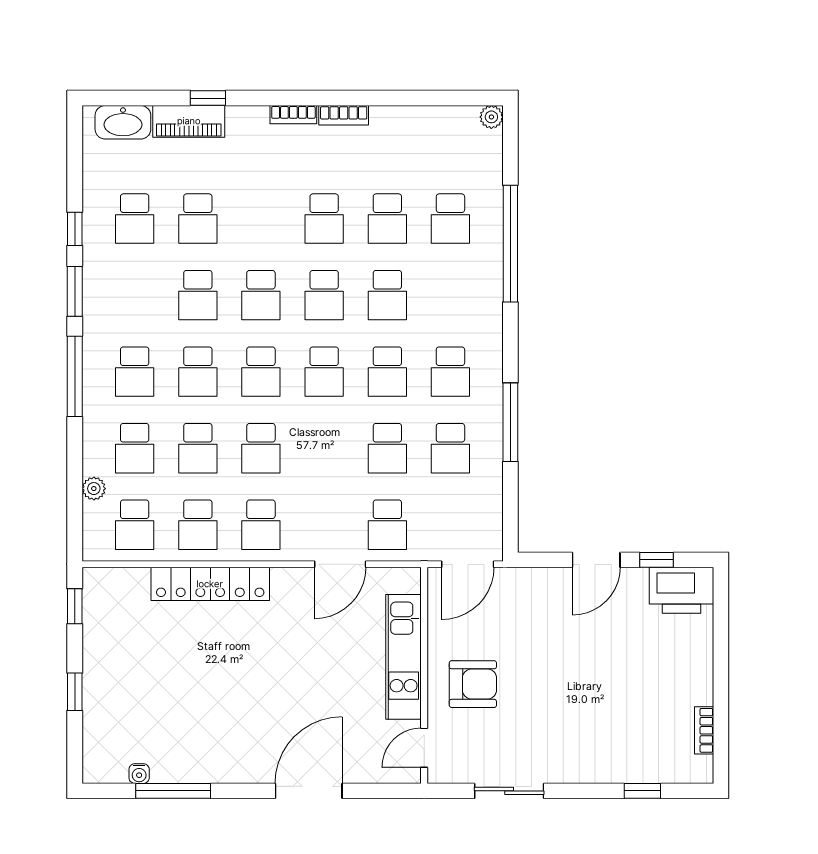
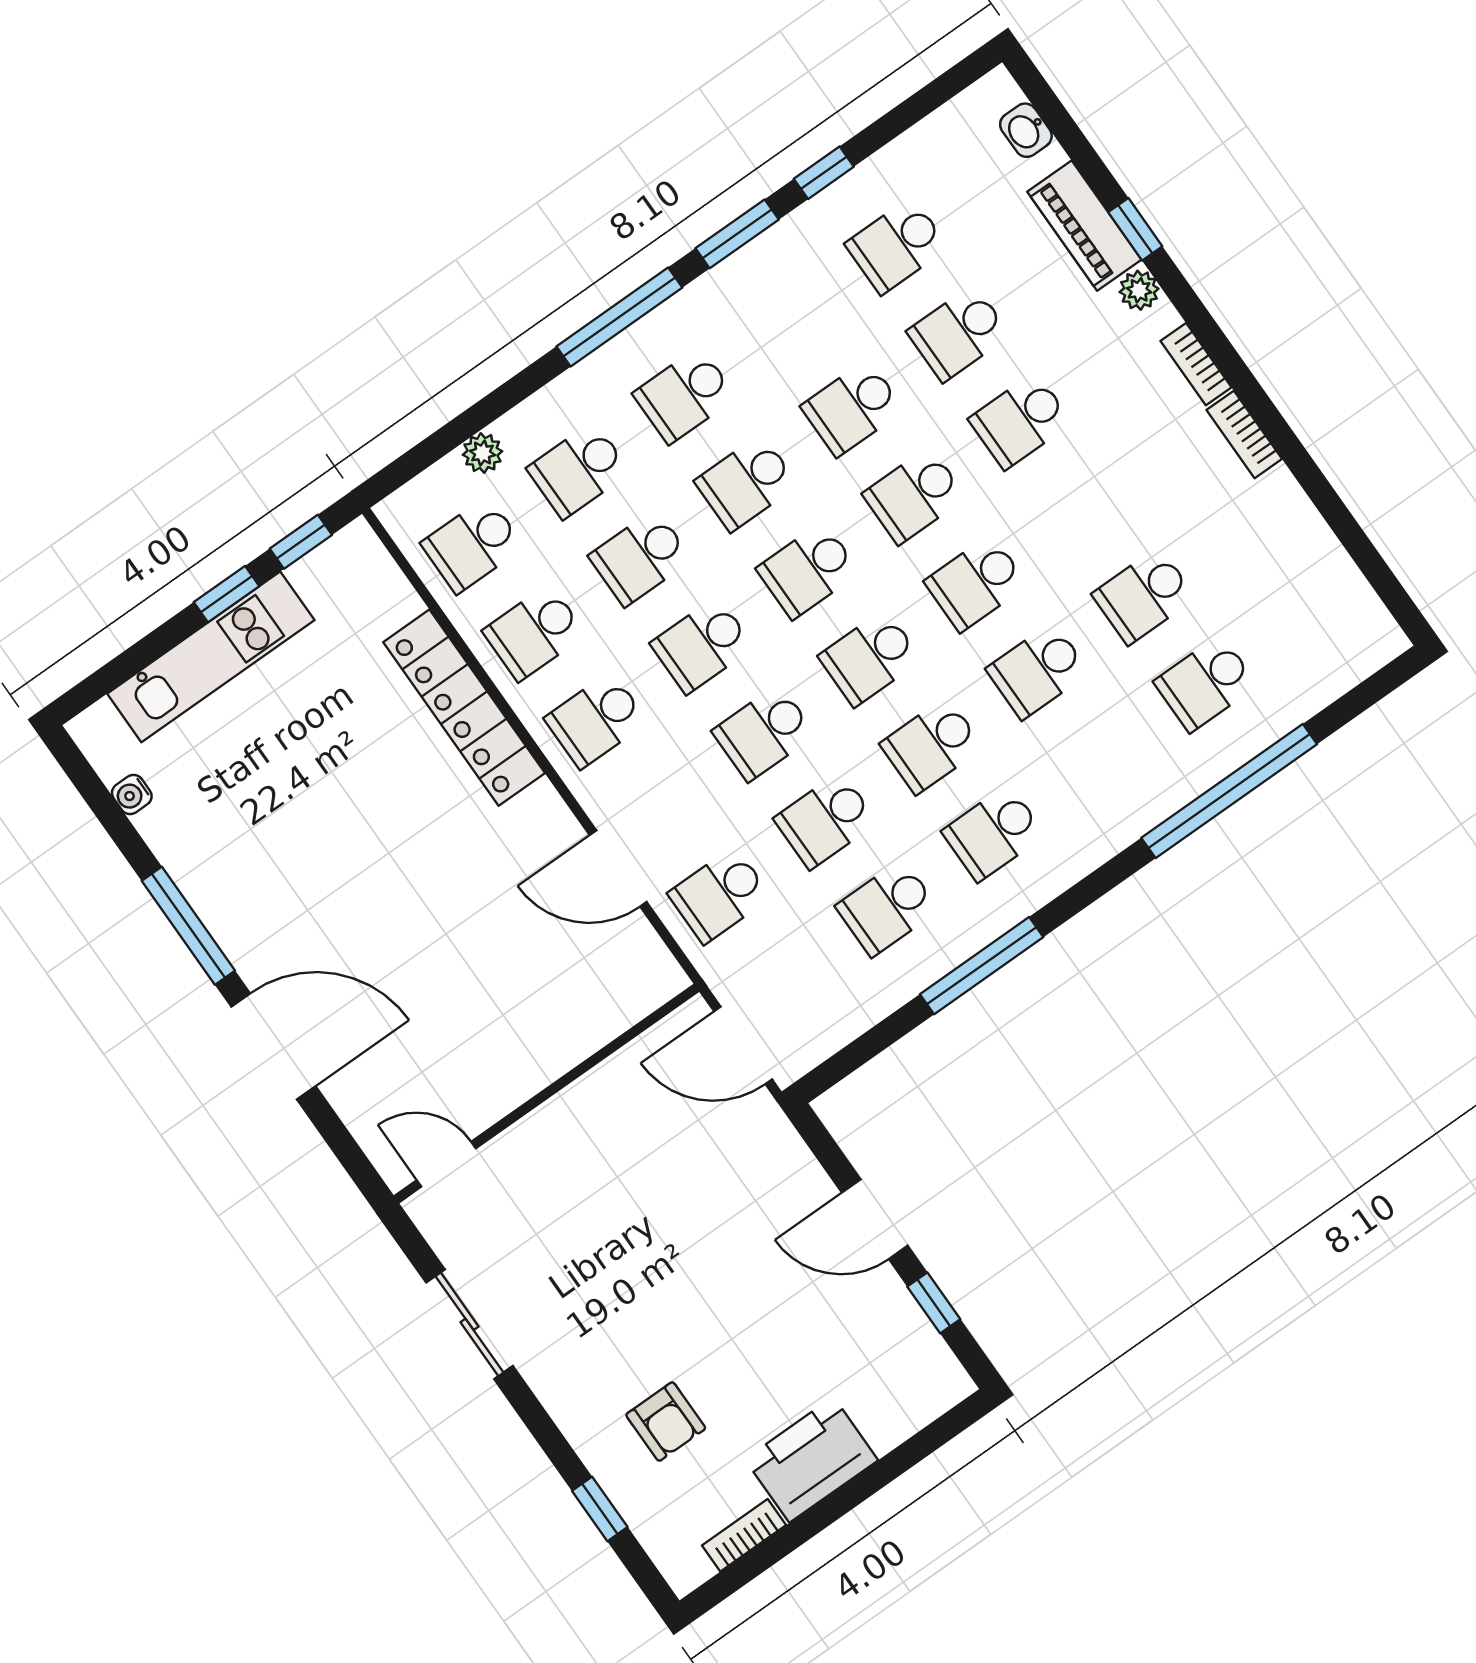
plant: (491, 117) -> (1139, 290), moved
washbasin: (123, 122) -> (1026, 130), width x0.52, depth x0.69
school desk: (324, 219) -> (1020, 421), moved
school desk: (324, 448) -> (764, 733), added
printer: (681, 590) -> (811, 1460), moved, turned 90
kitchen unit: (404, 657) -> (211, 657), moved, turned 180
armchair: (473, 684) -> (666, 1422), moved, width x0.72, depth x0.72
window: (75, 692) -> (226, 594), moved
window: (173, 791) -> (188, 926), moved

